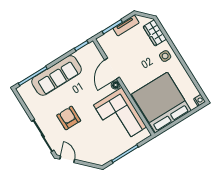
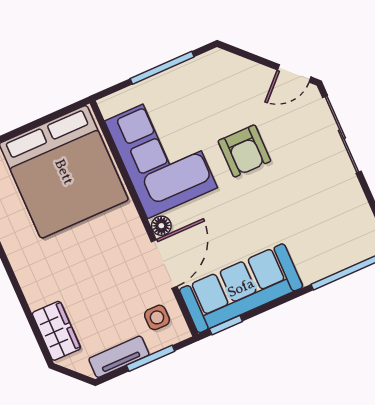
side table: (165, 56) -> (157, 317), moved
sofa: (57, 75) -> (241, 288), moved
armchair: (69, 118) -> (244, 151), moved
door: (67, 159) -> (294, 73), hinge flipped

